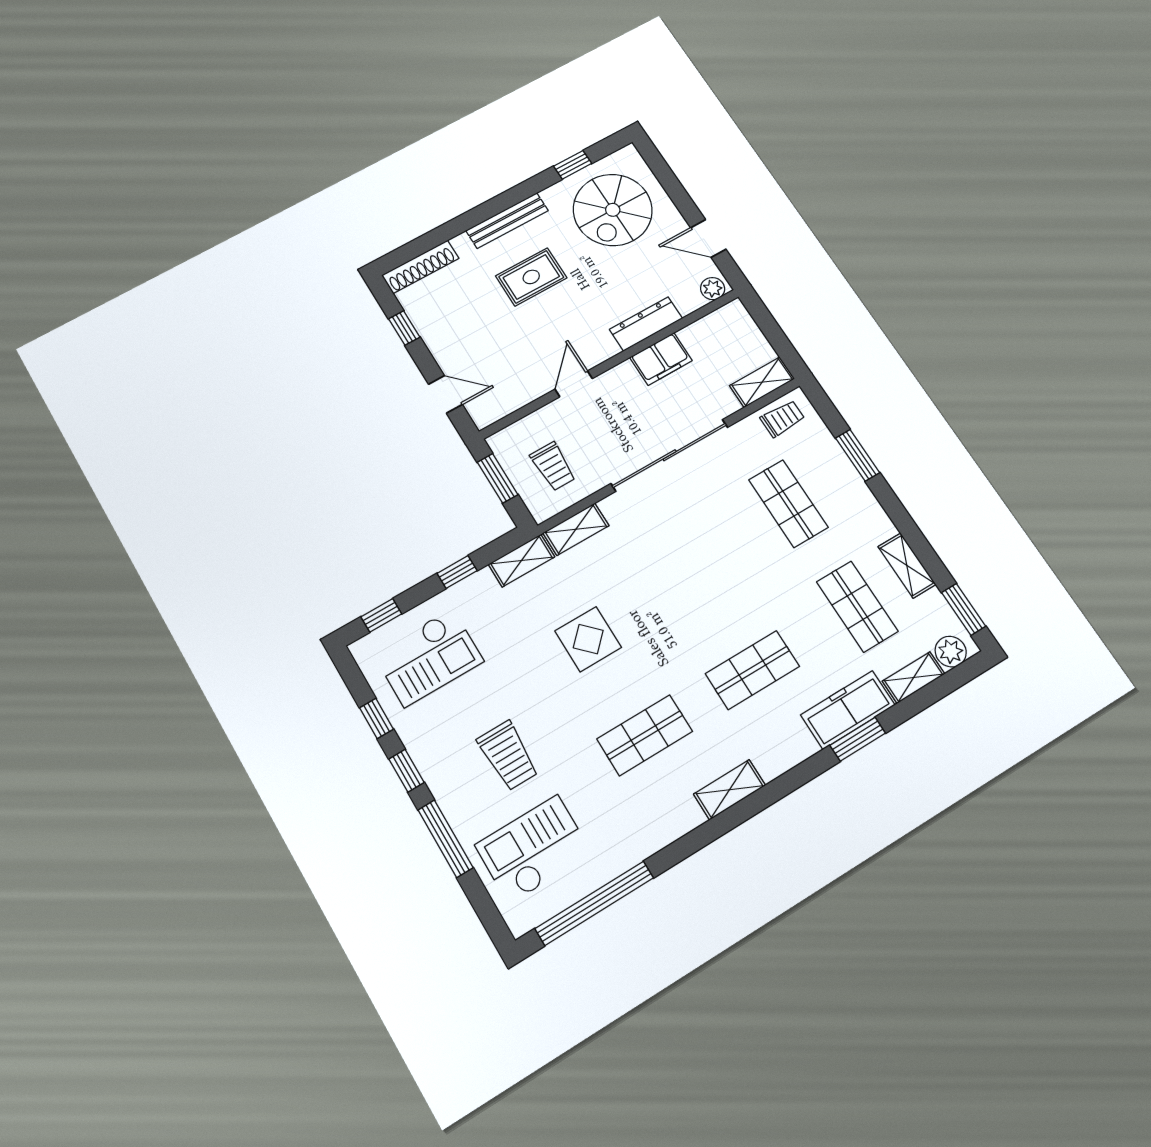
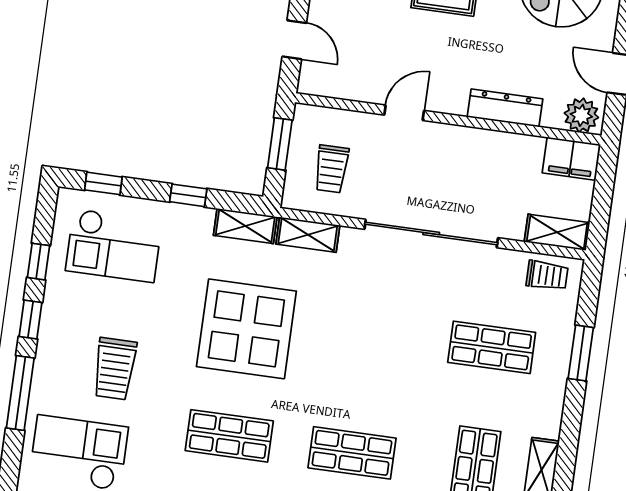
plant: (713, 289) -> (581, 115), width x1.38, depth x1.38
filing cabinet: (661, 359) -> (571, 159), moved
shop shelf: (788, 504) -> (492, 347), turned 90
display table: (588, 639) -> (246, 329), width x1.86, depth x1.86

